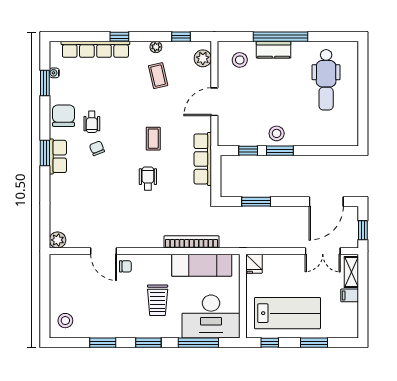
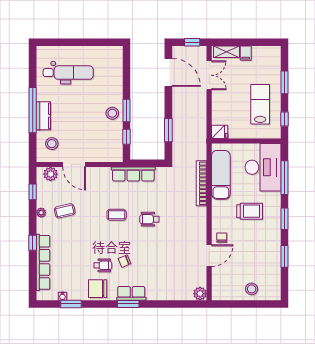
door: (214, 102) -> (74, 164), moved
lab bench: (288, 313) -> (260, 104), width x0.73, depth x0.72
stool: (65, 321) -> (252, 289), moved

